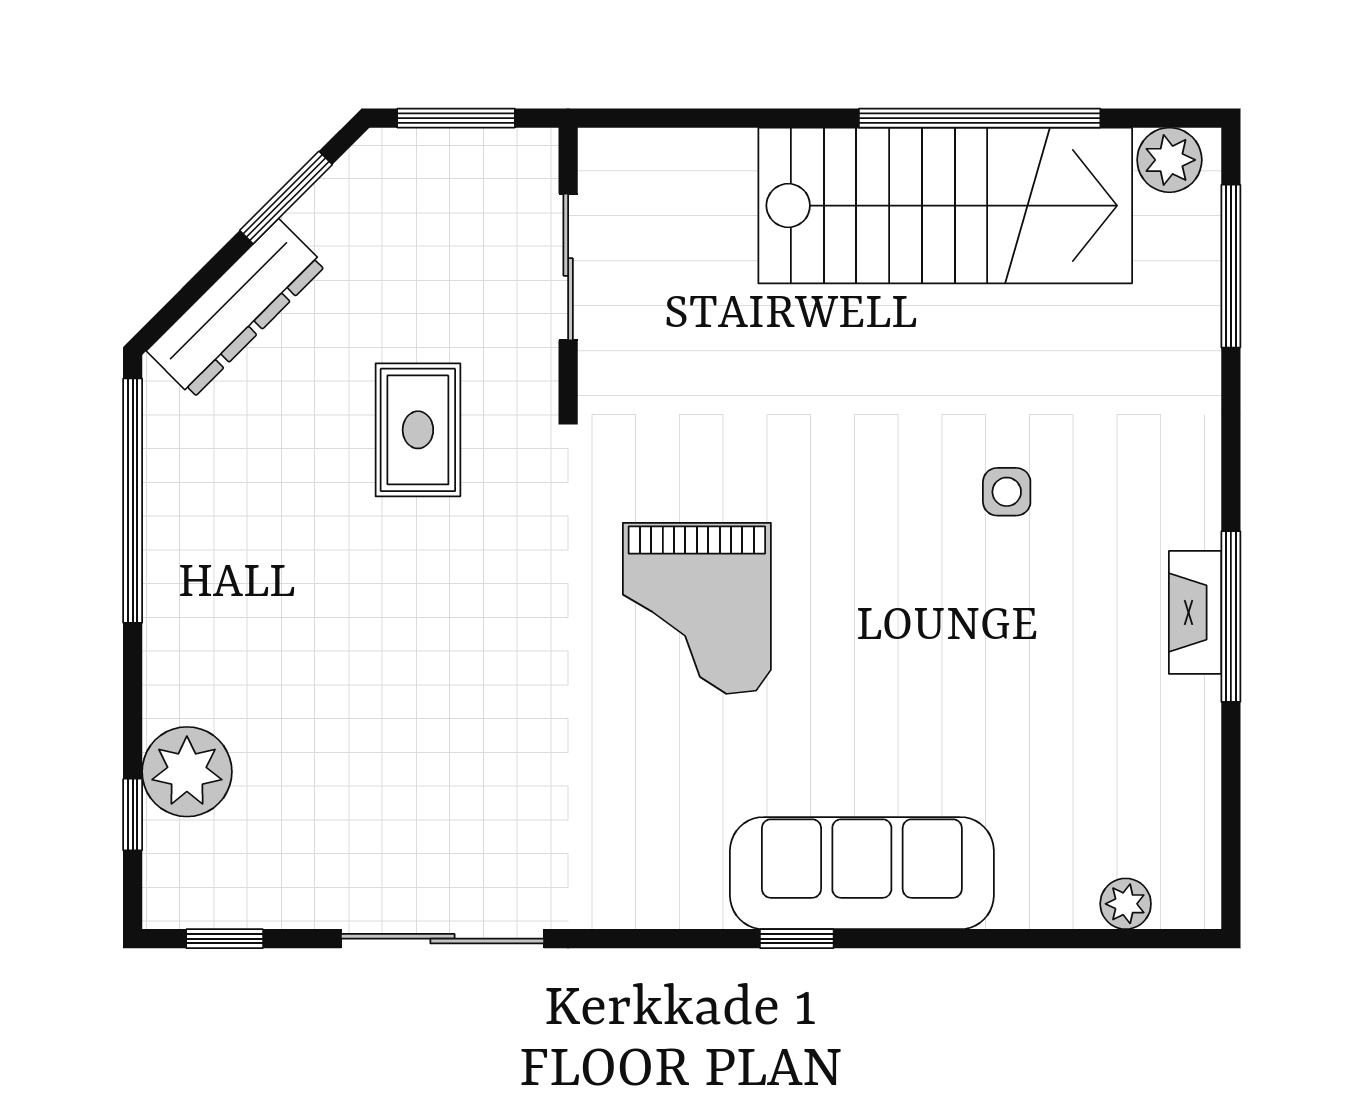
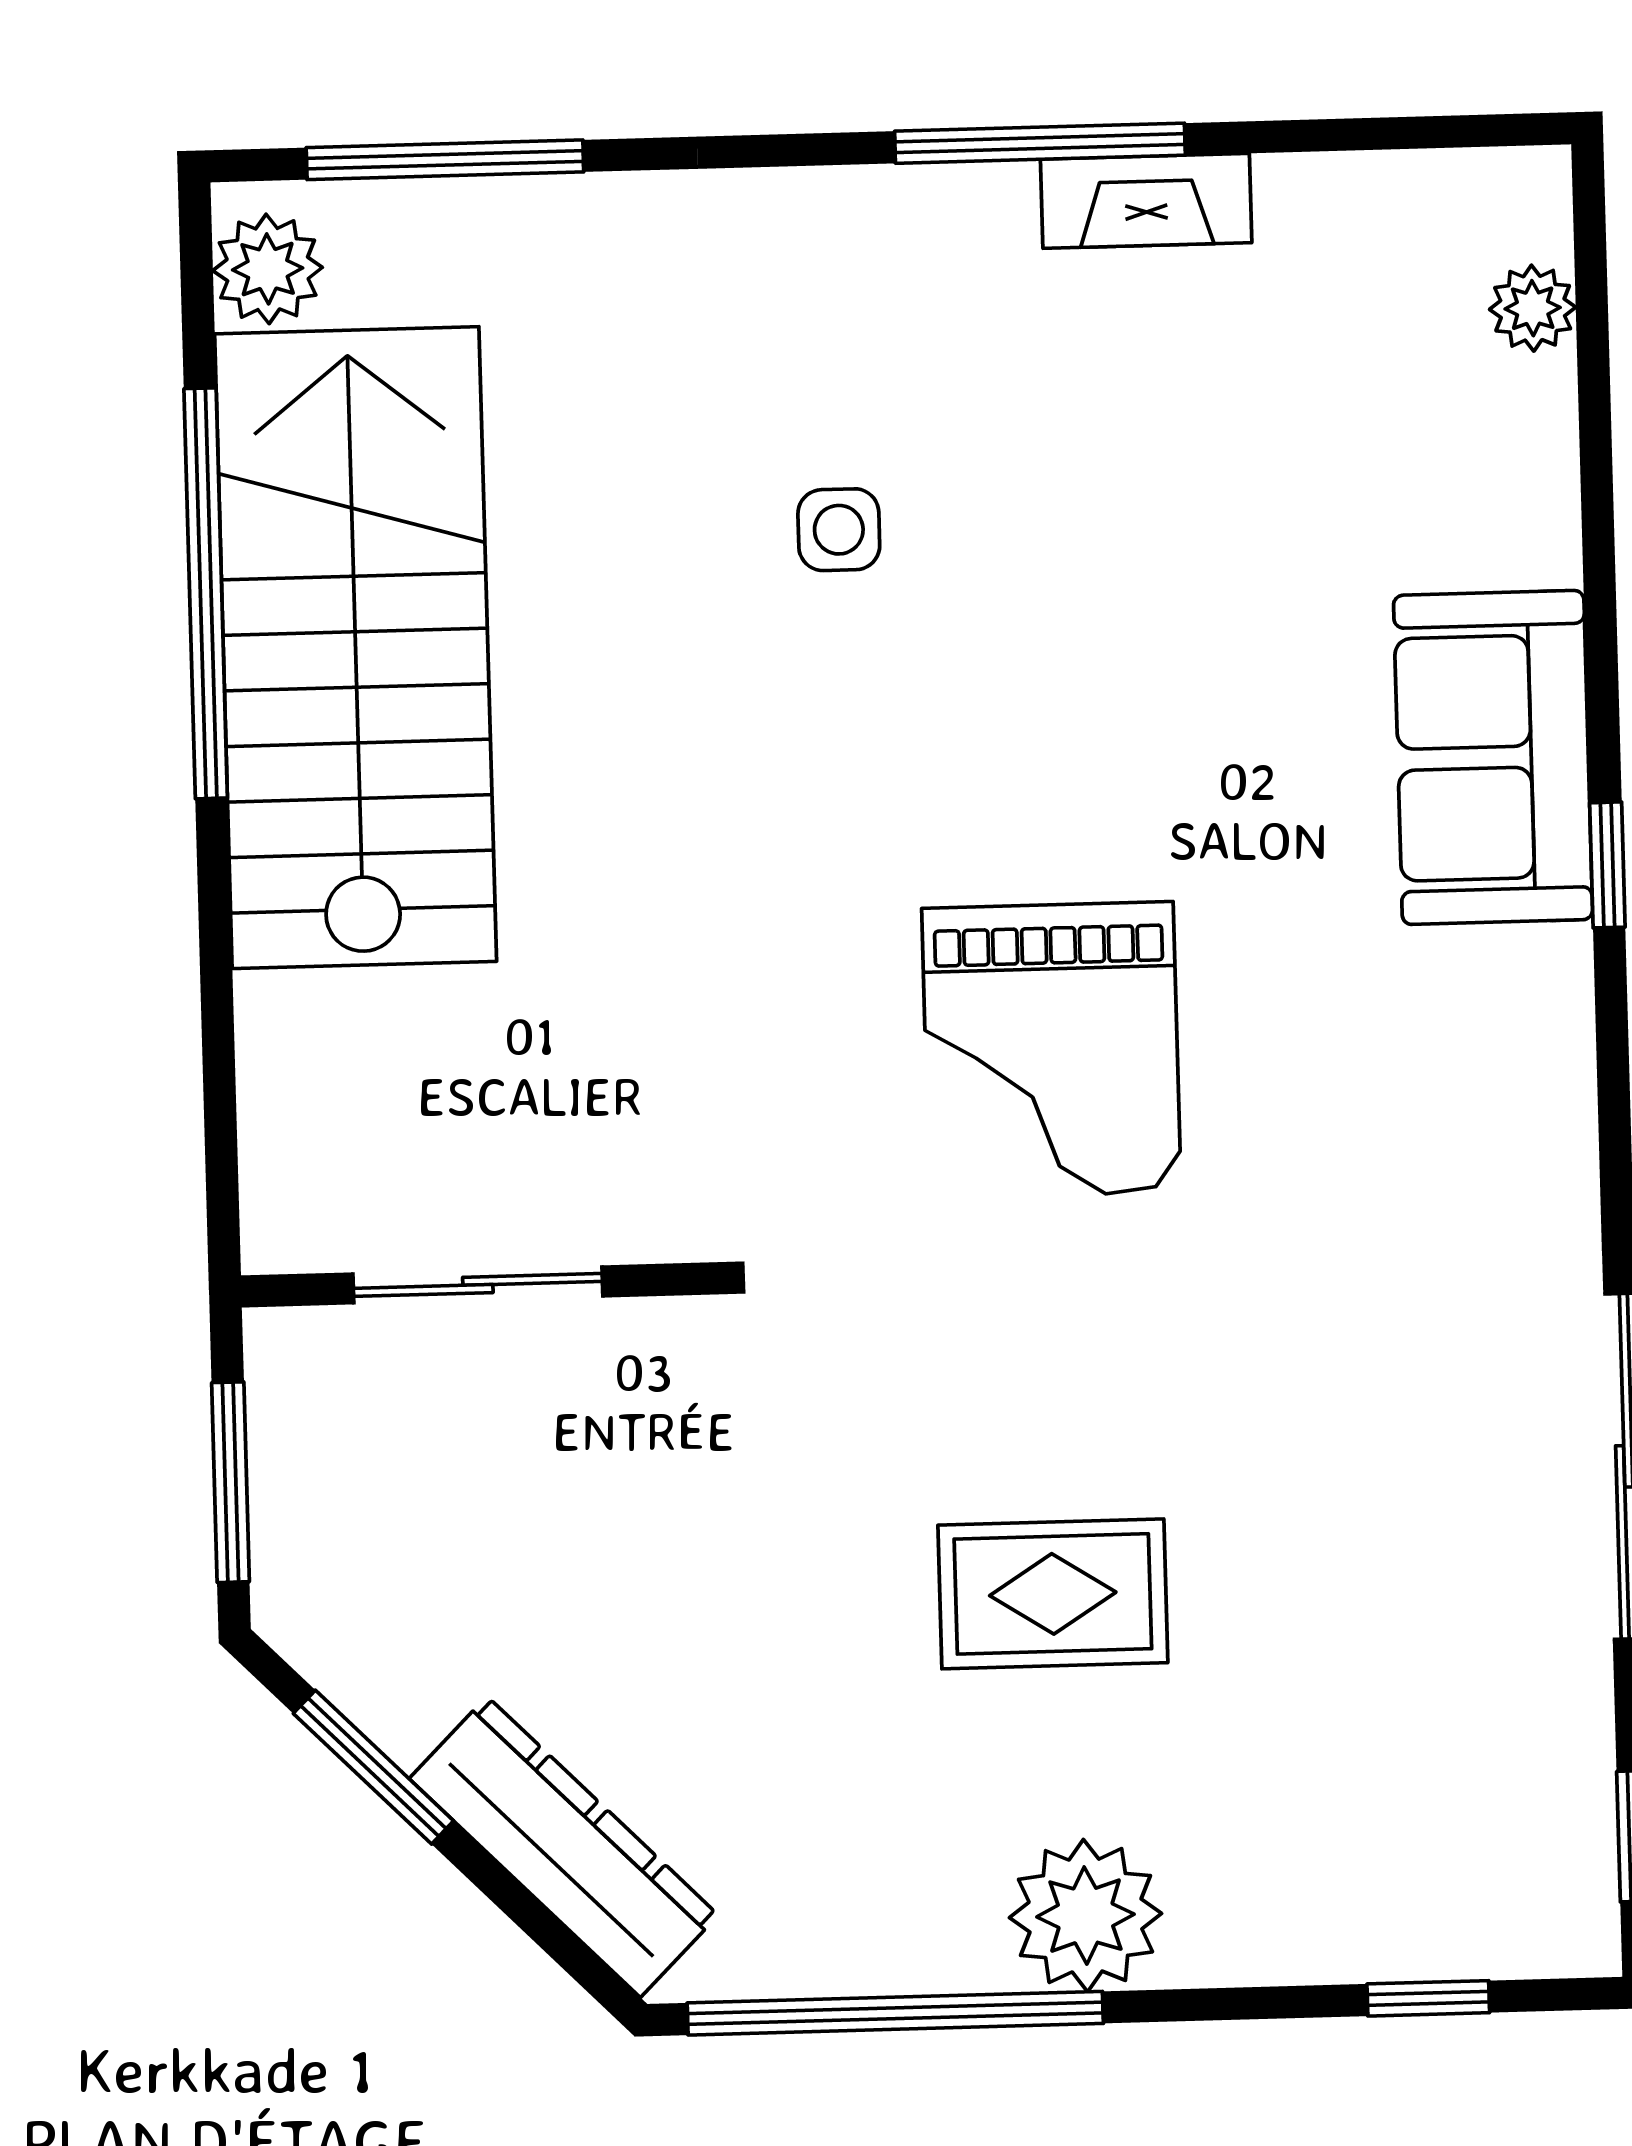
rug: (418, 430) -> (1053, 1594), moved
grand piano: (697, 608) -> (1051, 1050), turned 90
fireplace: (1195, 612) -> (1146, 201), moved
plant: (187, 772) -> (1085, 1916), moved
sofa: (862, 873) -> (1493, 757), width x0.73

